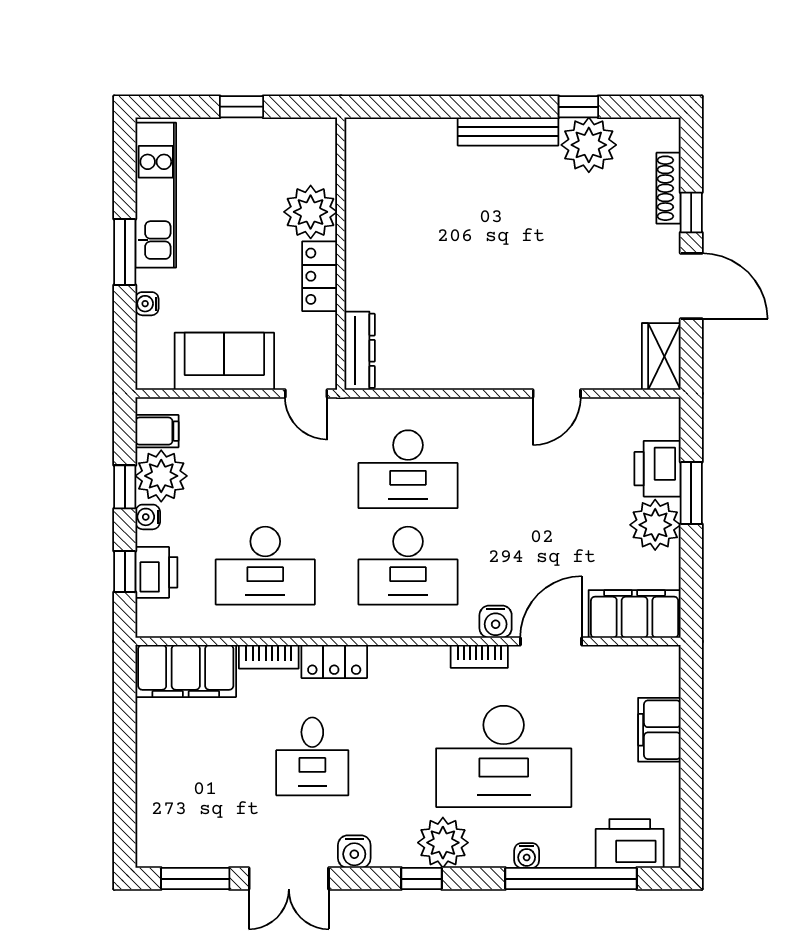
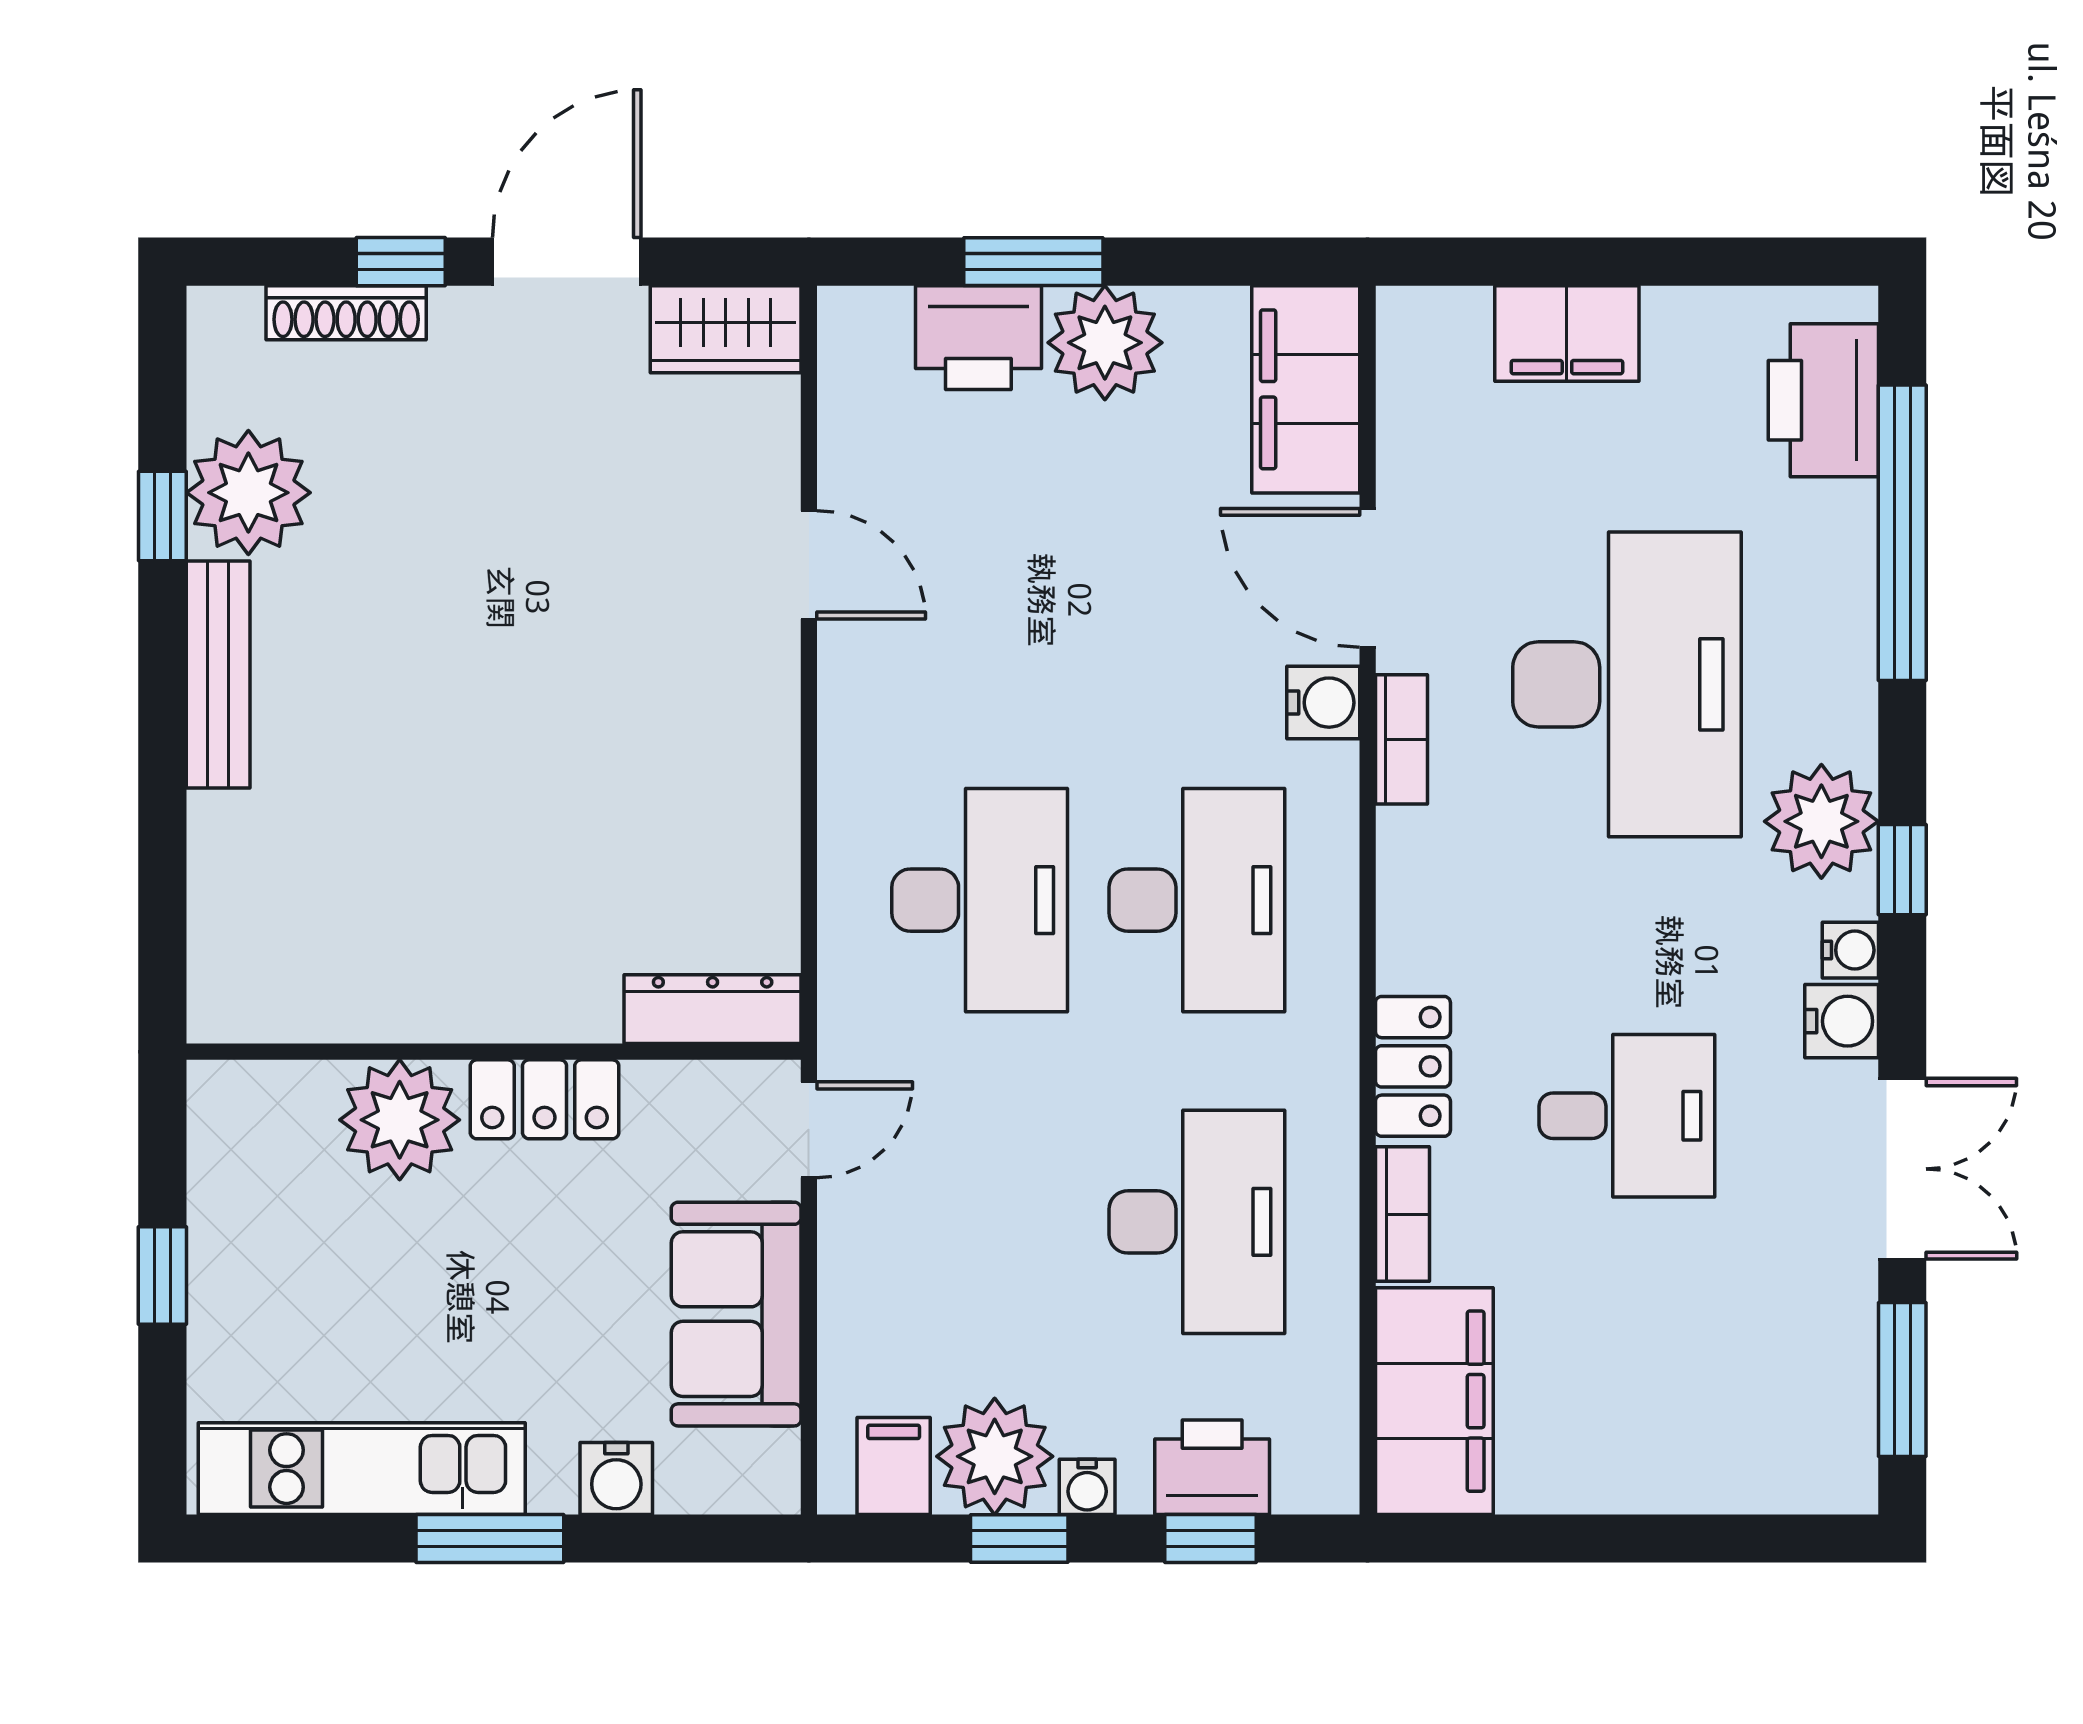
water cooler: (147, 304) -> (616, 1478), width x1.38, depth x1.38
water cooler: (527, 855) -> (1850, 950), moved

